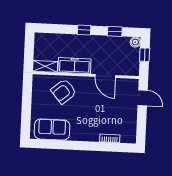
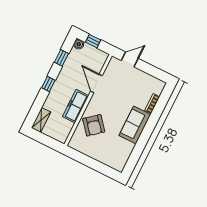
shelving: (45, 66) -> (41, 120), moved
door: (105, 76) -> (96, 83), swing flipped
sofa: (52, 129) -> (135, 125), moved

